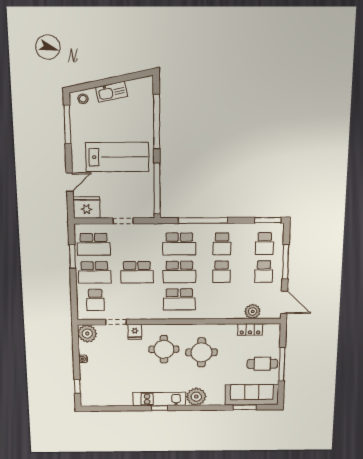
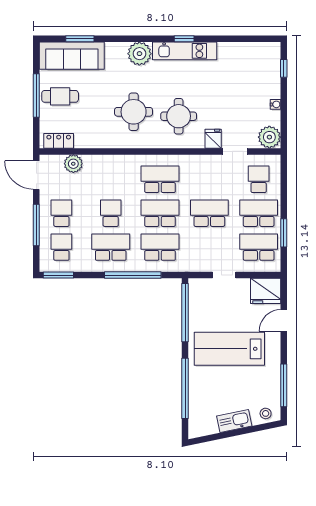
school desk: (222, 244) -> (111, 247), width x1.85
locker: (250, 329) -> (59, 141), moved

